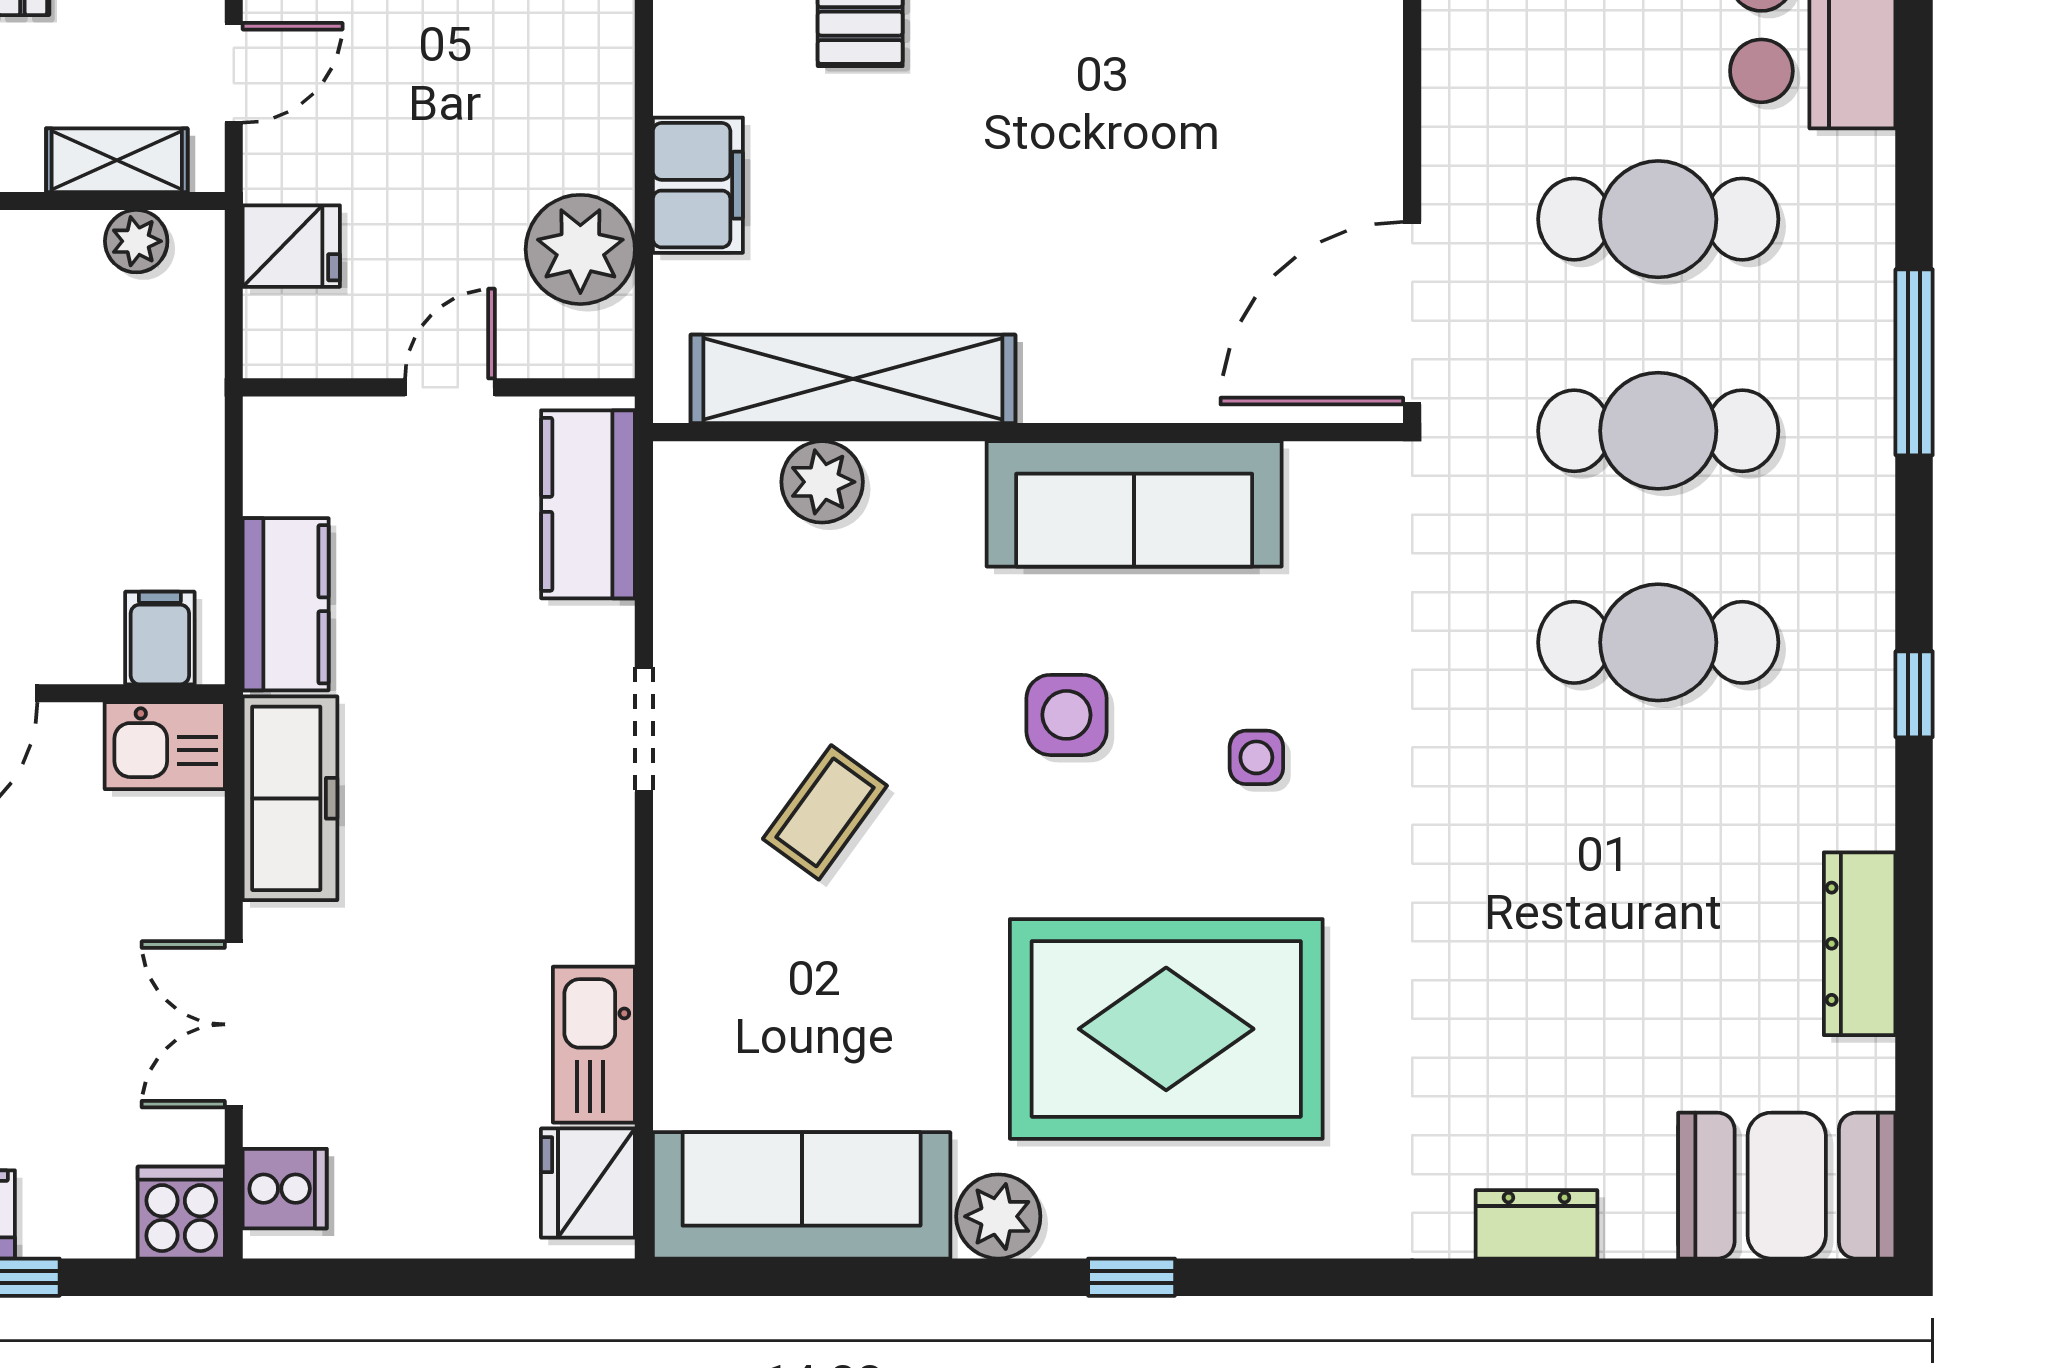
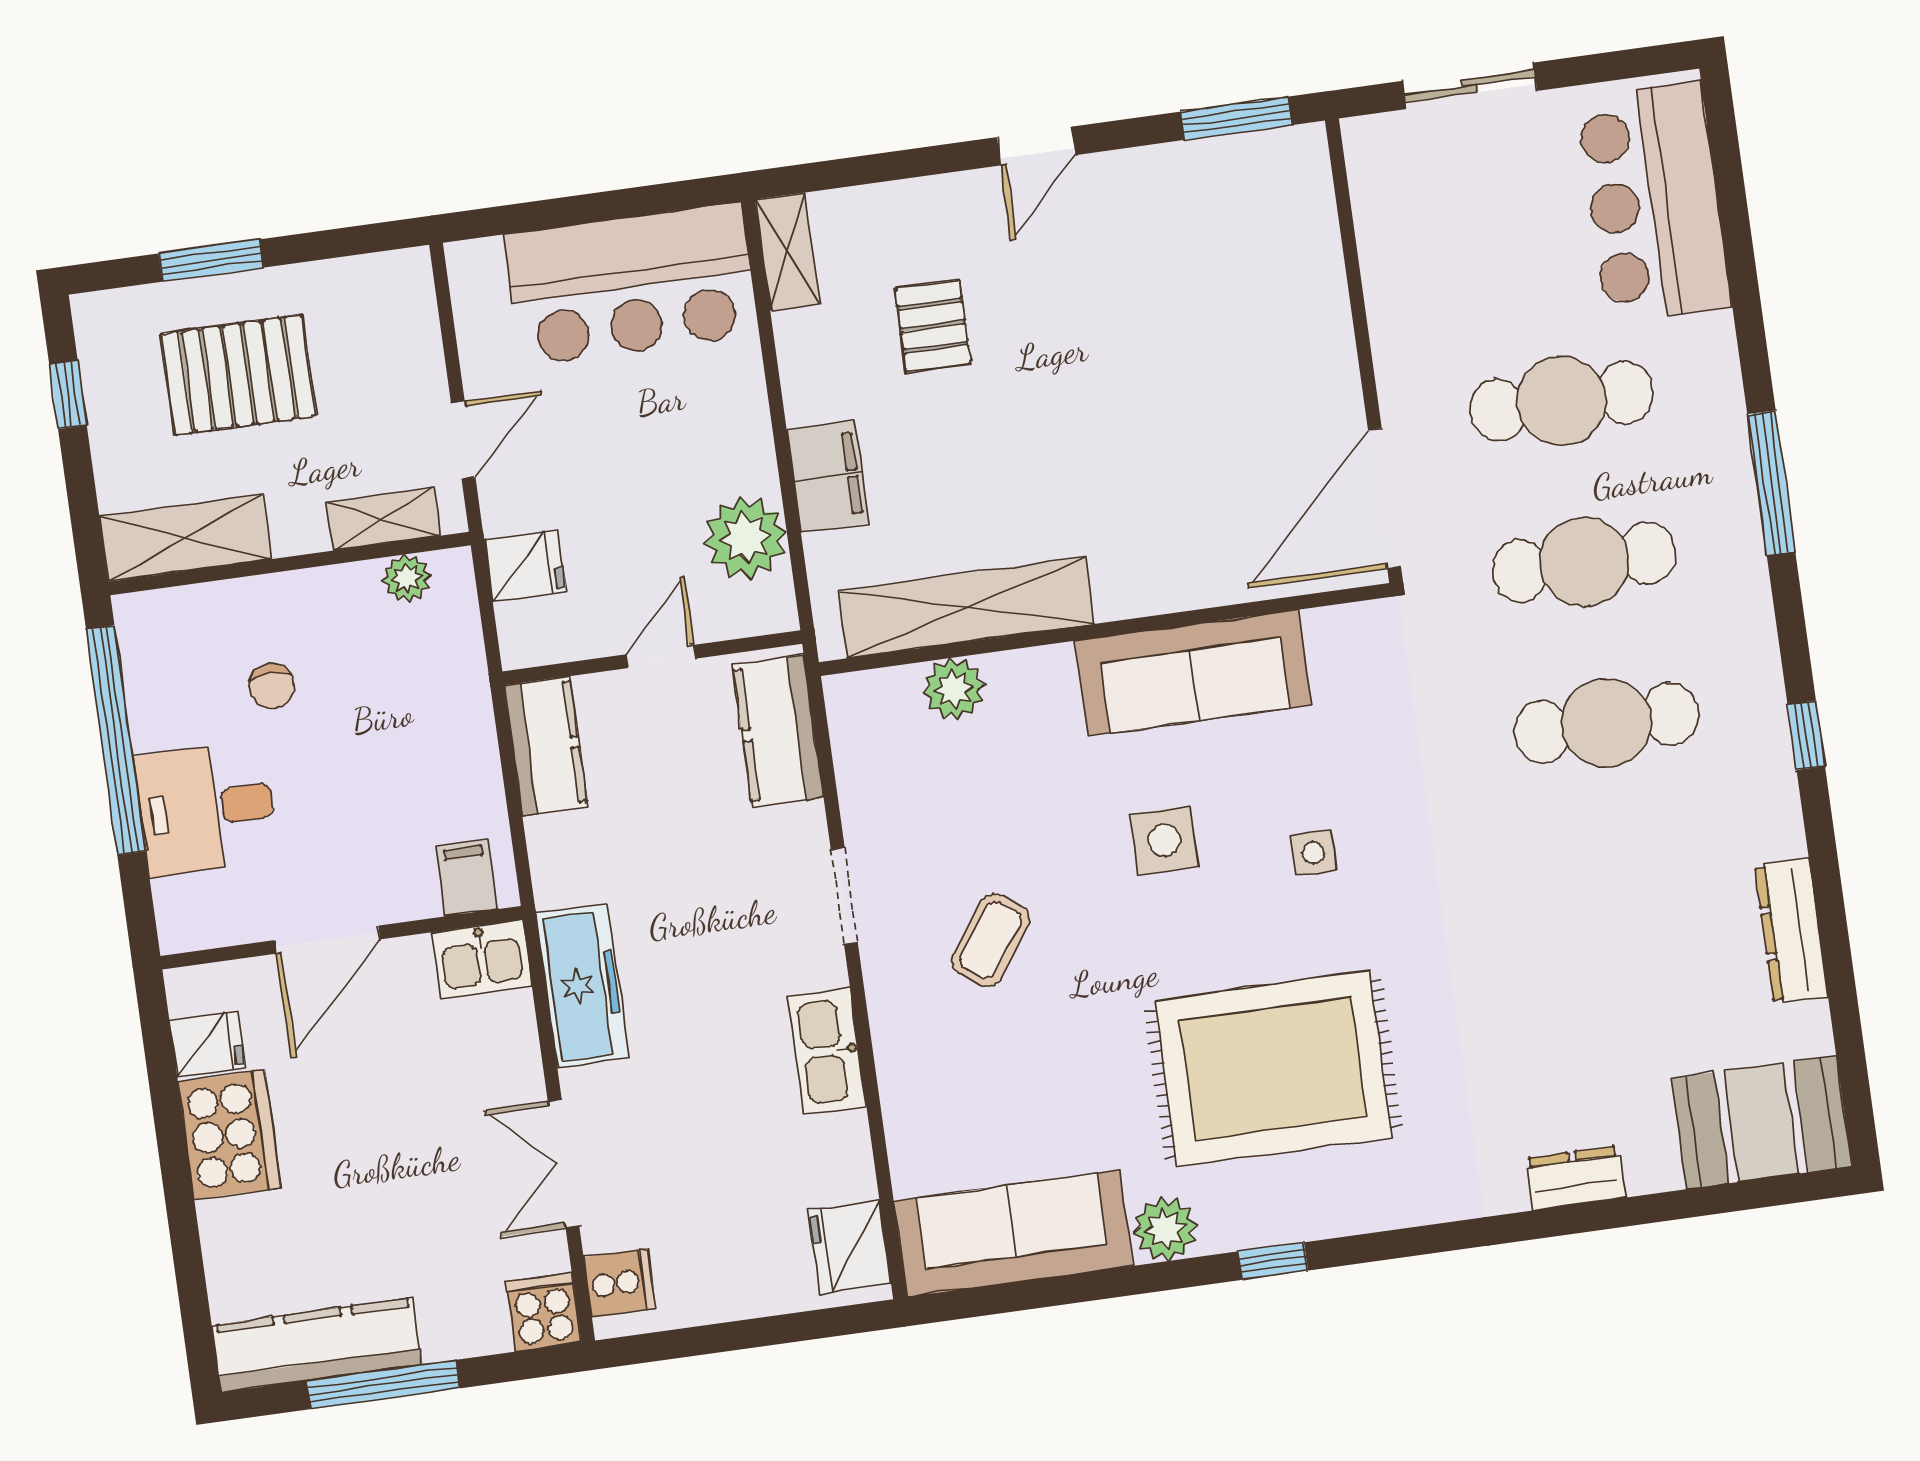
kitchen counter: (286, 604) -> (546, 746), moved
kitchen sink: (594, 1045) -> (827, 1051), moved

